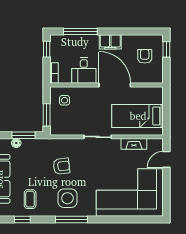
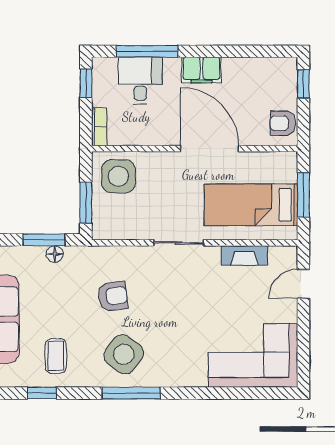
armchair: (145, 56) -> (283, 123), moved, turned -90
desk: (84, 71) -> (140, 81), moved, turned 180
side table: (65, 100) -> (118, 176), width x1.87, depth x1.87
window: (166, 111) -> (303, 195), added
floor lamp: (16, 143) -> (55, 254), moved
corner sofa: (130, 193) -> (253, 355), width x0.73, depth x0.74
side table: (67, 198) -> (124, 354), turned 37

